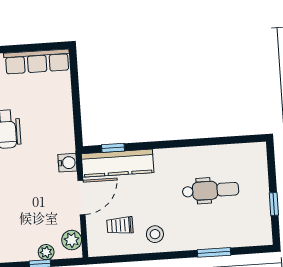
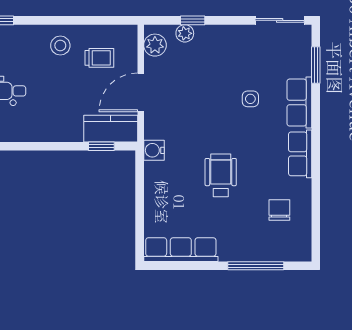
water cooler: (67, 163) -> (154, 150), moved
kitchen counter: (118, 163) -> (111, 129), width x0.67

